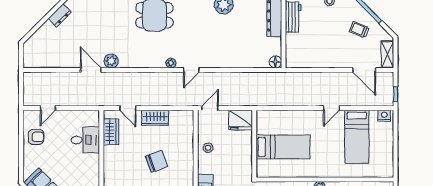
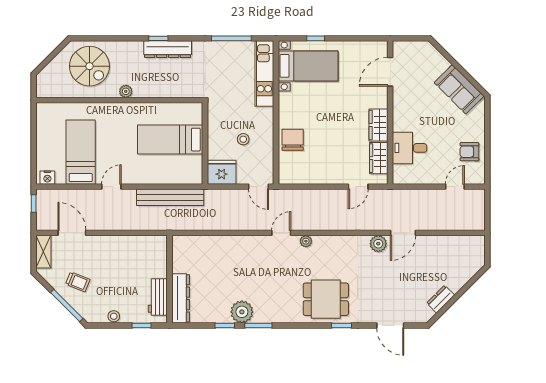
floor lamp: (275, 62) -> (179, 243), removed
door: (91, 70) -> (403, 233), hinge flipped
bench: (283, 99) -> (170, 197), added
door: (128, 108) -> (358, 187), swing flipped
door: (210, 108) -> (259, 187), hinge flipped
wardrobe: (155, 118) -> (378, 125), moved, turned -90
stool: (208, 148) -> (243, 139), moved
chair: (157, 161) -> (293, 140), moved, turned 110

